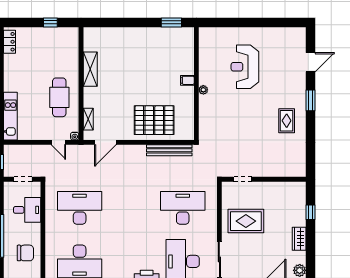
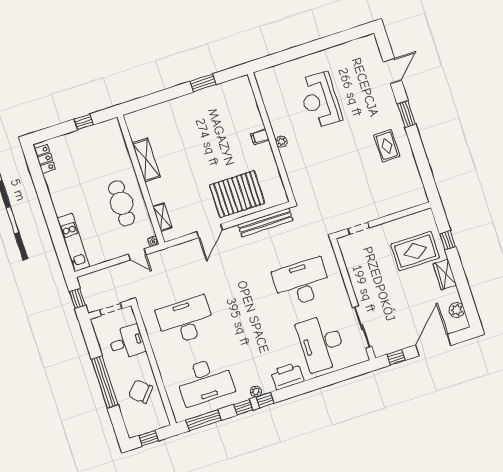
window: (171, 22) -> (203, 83), moved
door: (105, 142) -> (210, 231), moved
rug: (246, 221) -> (415, 251), moved
chair: (25, 253) -> (141, 392), turned -140

